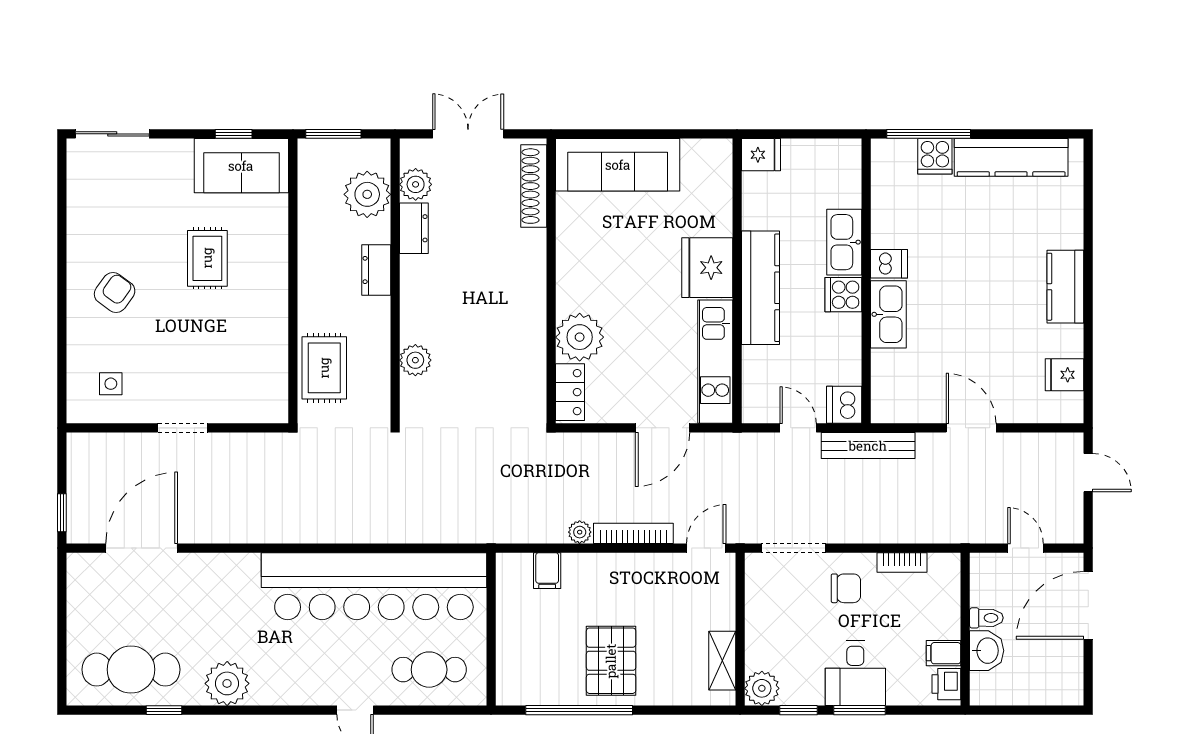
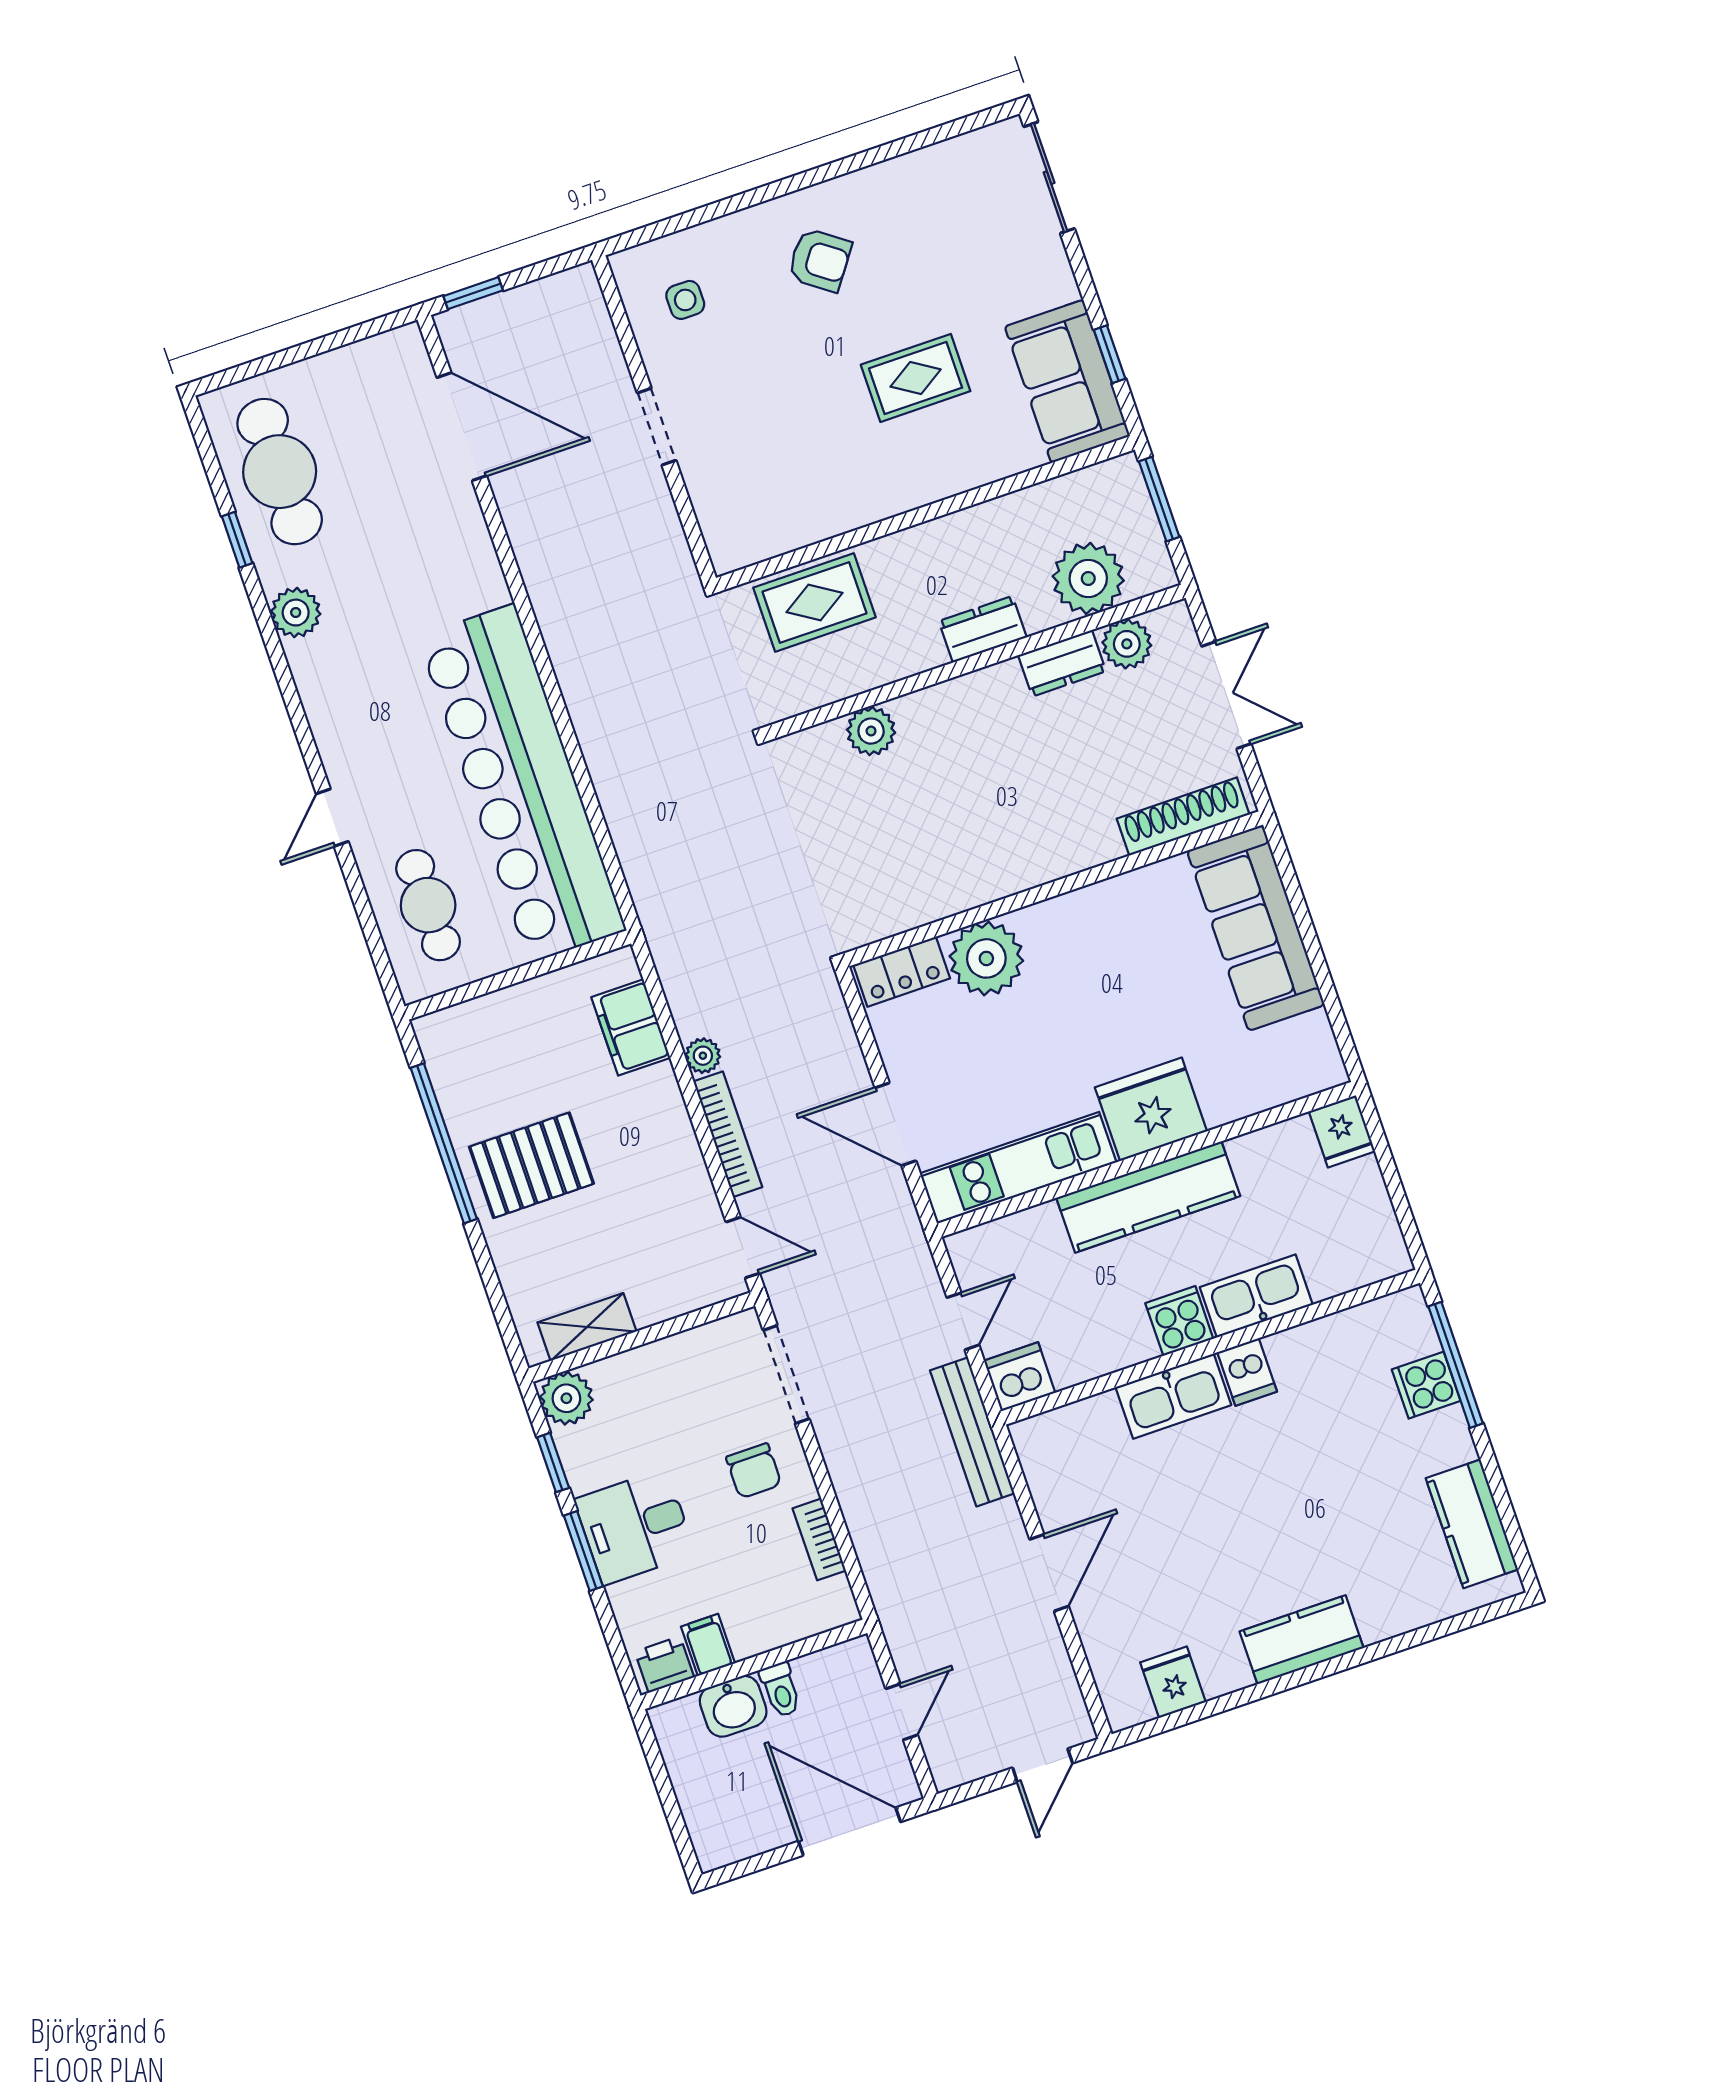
kitchen counter: (1011, 157) -> (1472, 1524), width x0.67
filing cabinet: (547, 571) -> (631, 1027), width x2.00
plant: (227, 683) -> (296, 613), width x0.73, depth x0.73

